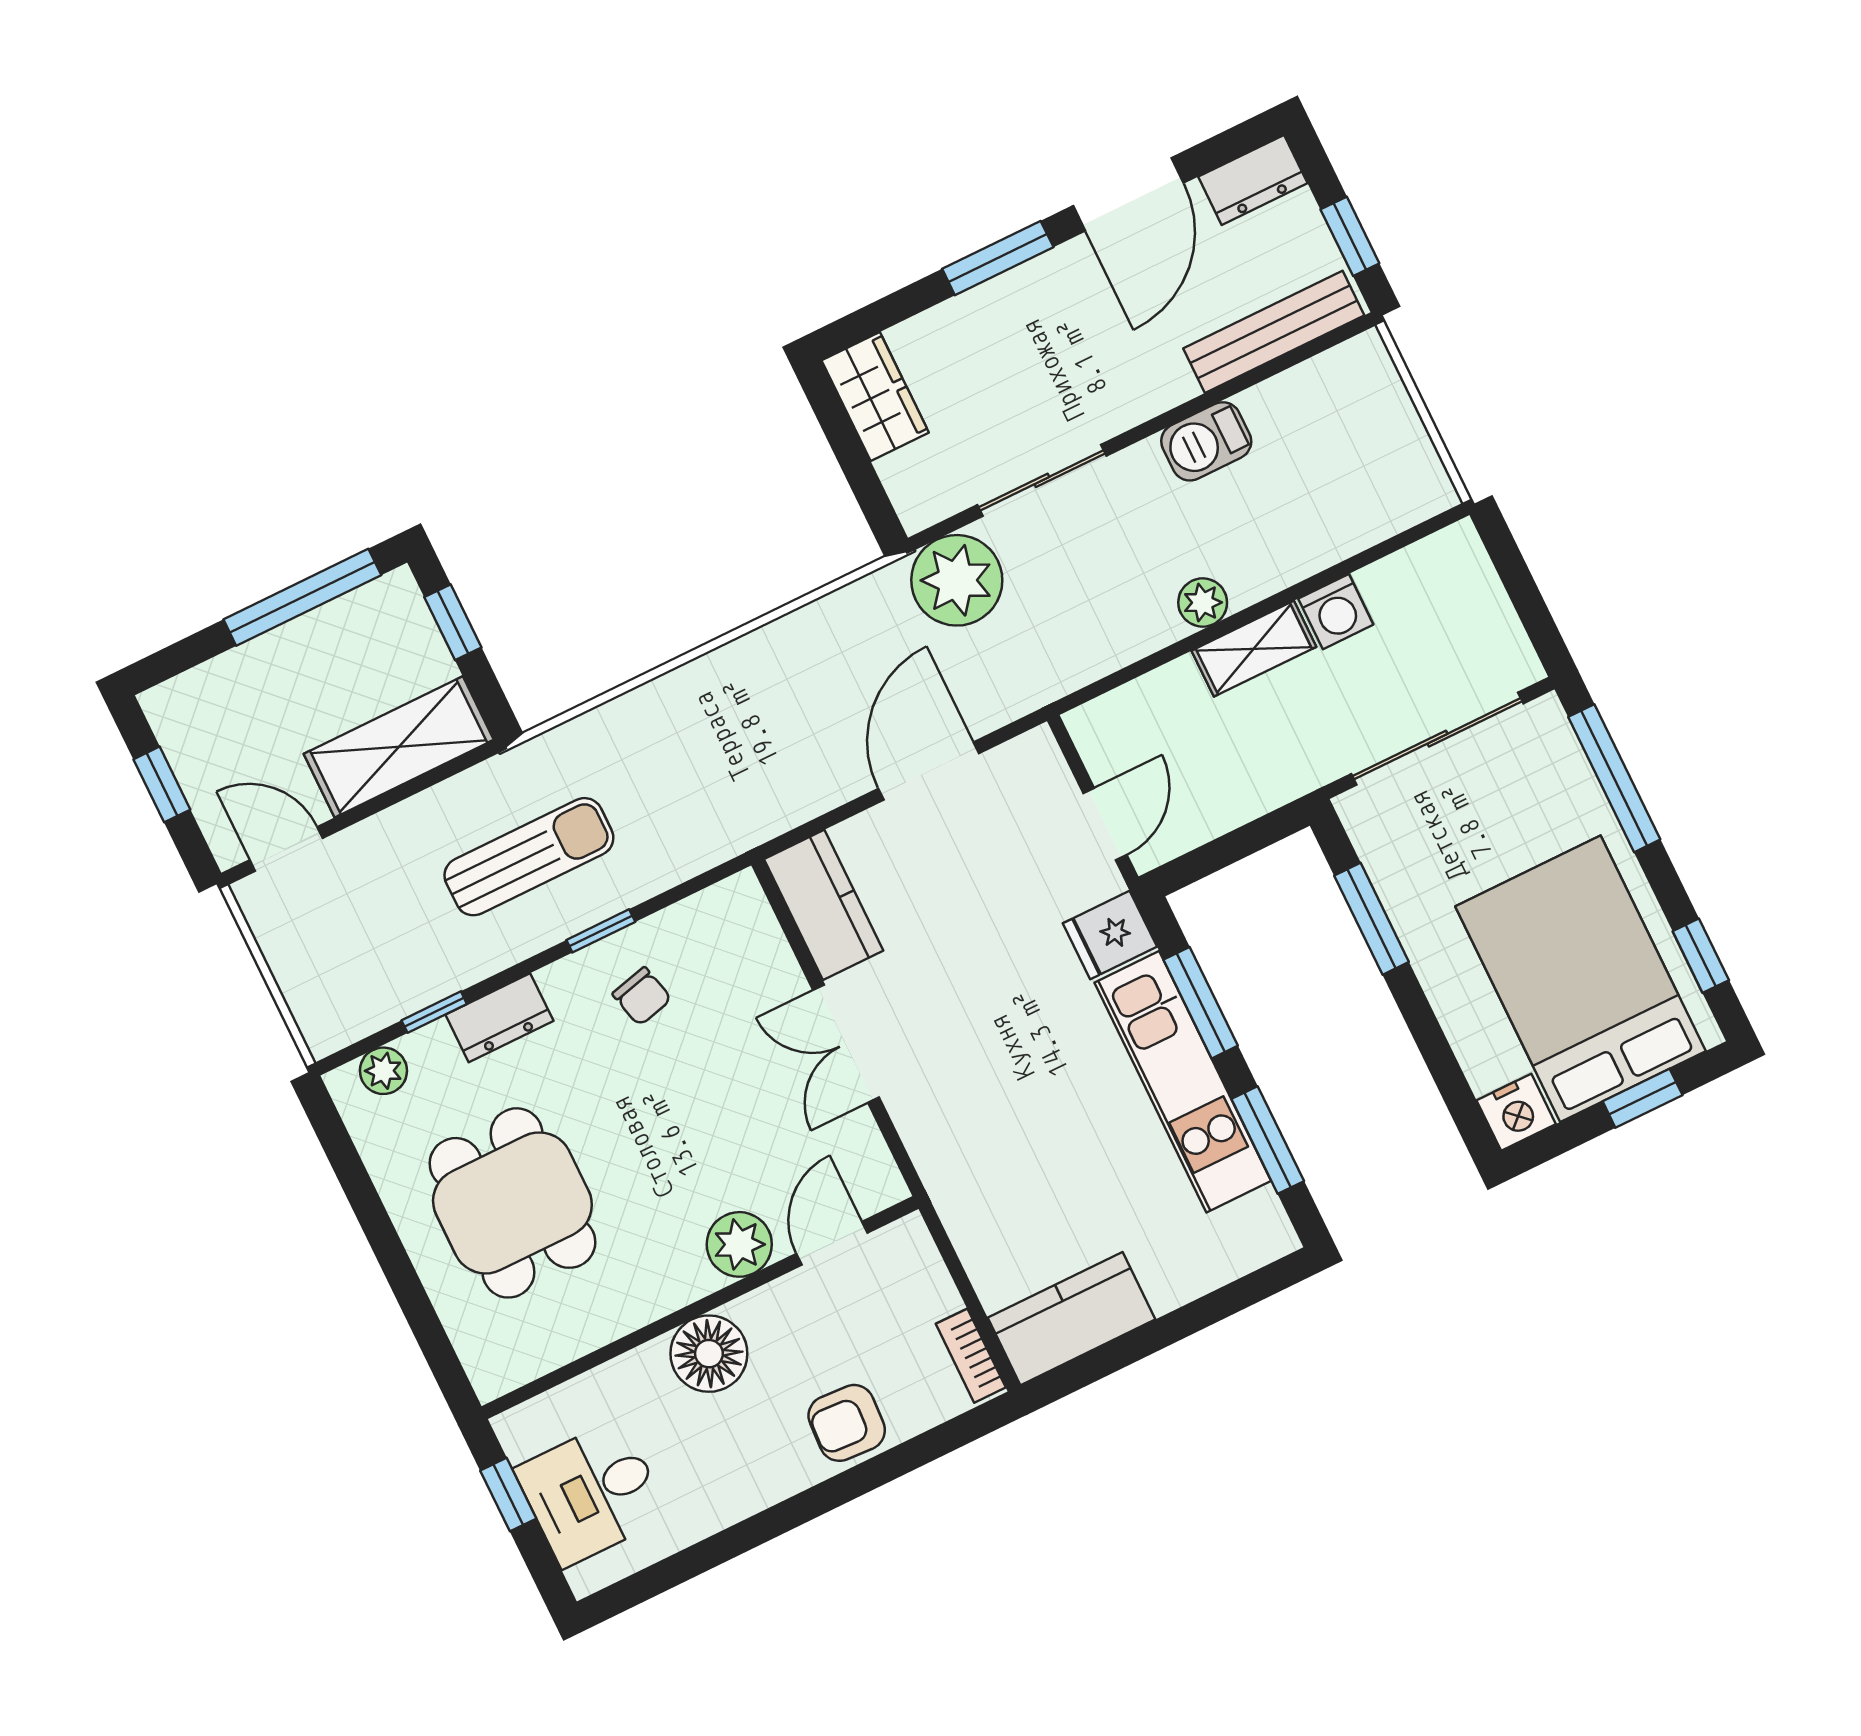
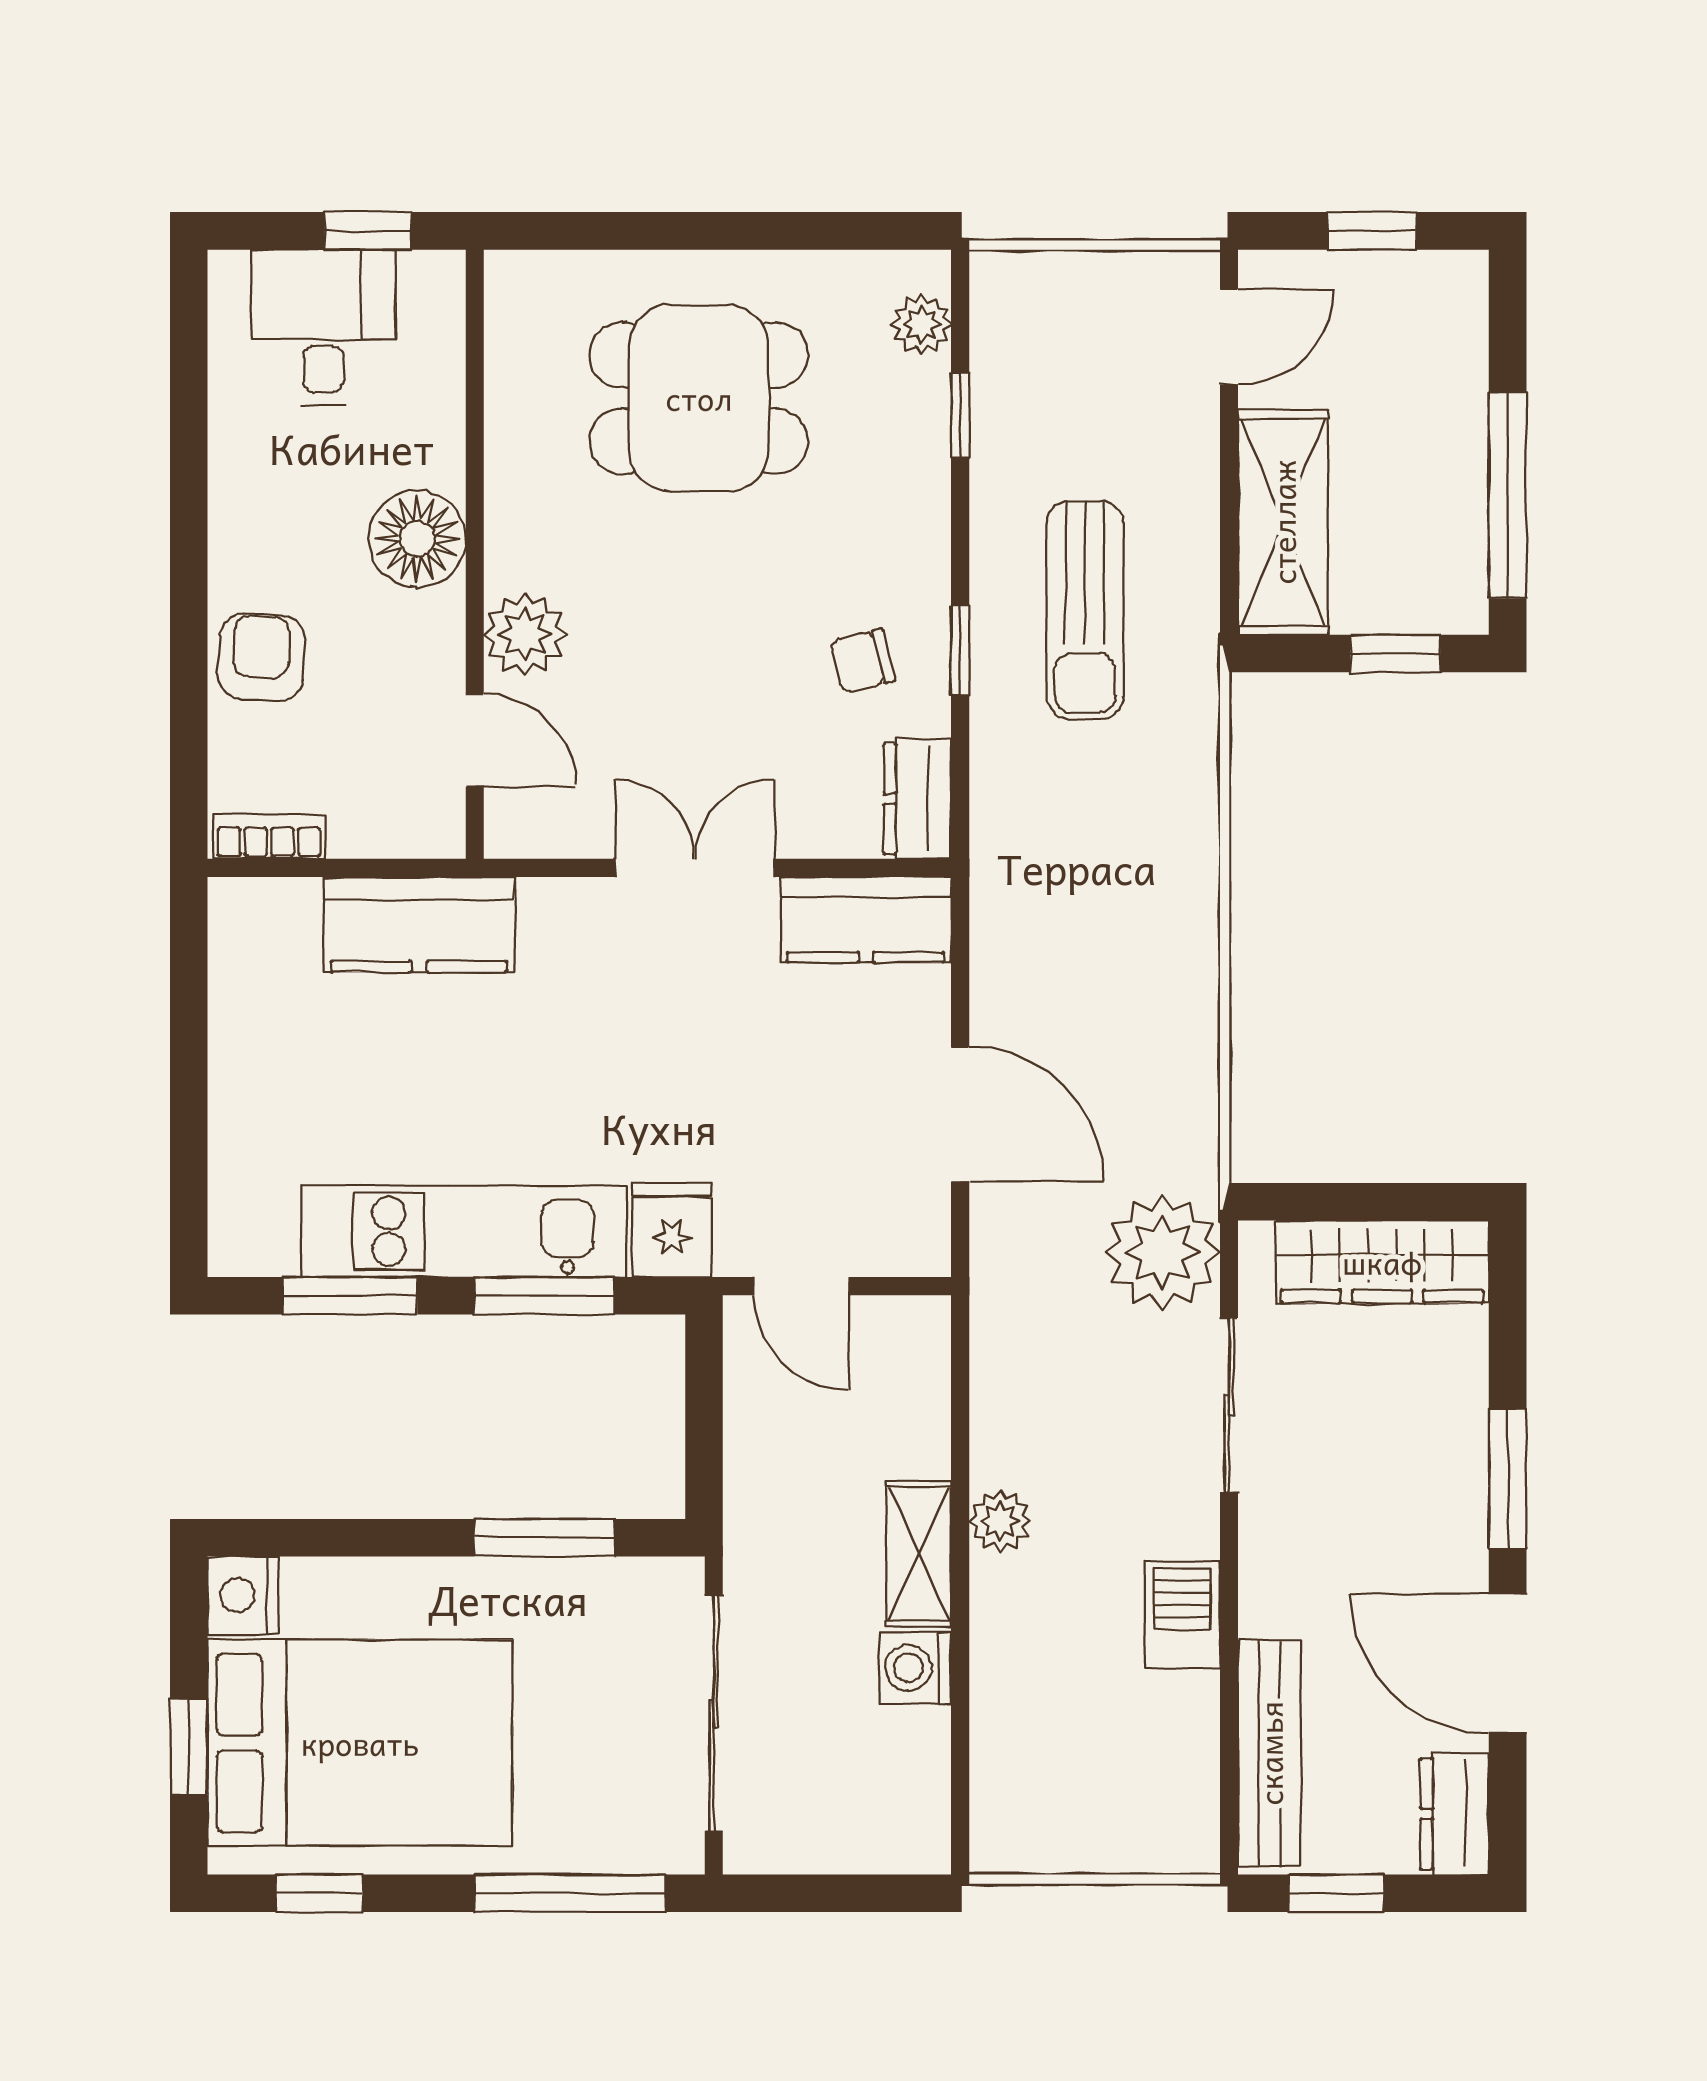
wardrobe: (875, 397) -> (1382, 1262), width x1.50
dresser: (499, 1018) -> (917, 799), moved
kitchen counter: (1072, 1319) -> (419, 925), moved, turned 90

